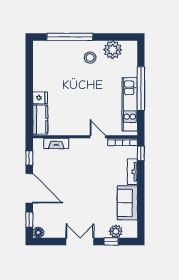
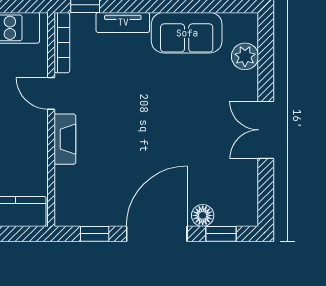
door: (98, 137) -> (51, 93), hinge flipped
fireplace: (56, 143) -> (65, 139), moved
floor lamp: (38, 232) -> (203, 215), moved
window: (111, 241) -> (266, 66), removed

